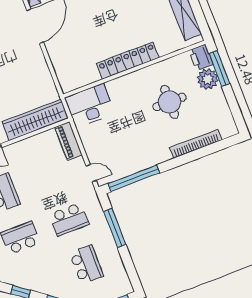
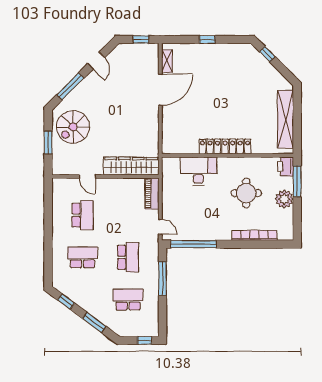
plant: (208, 79) -> (284, 199), moved
desk: (90, 106) -> (198, 171), moved
school desk: (69, 219) -> (128, 257), turned -90
school desk: (86, 264) -> (128, 299), turned -90

